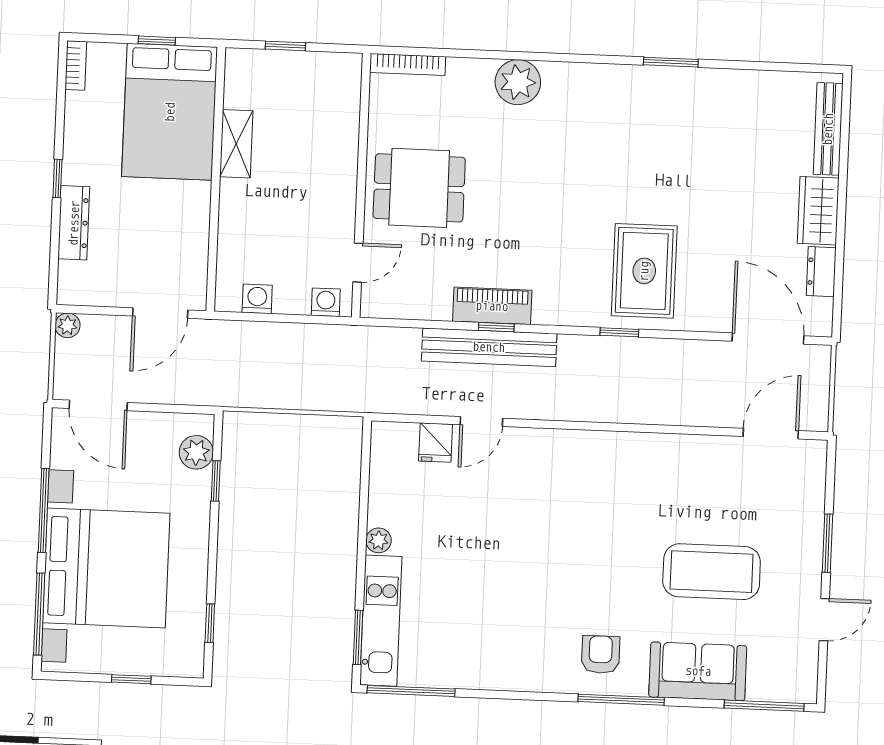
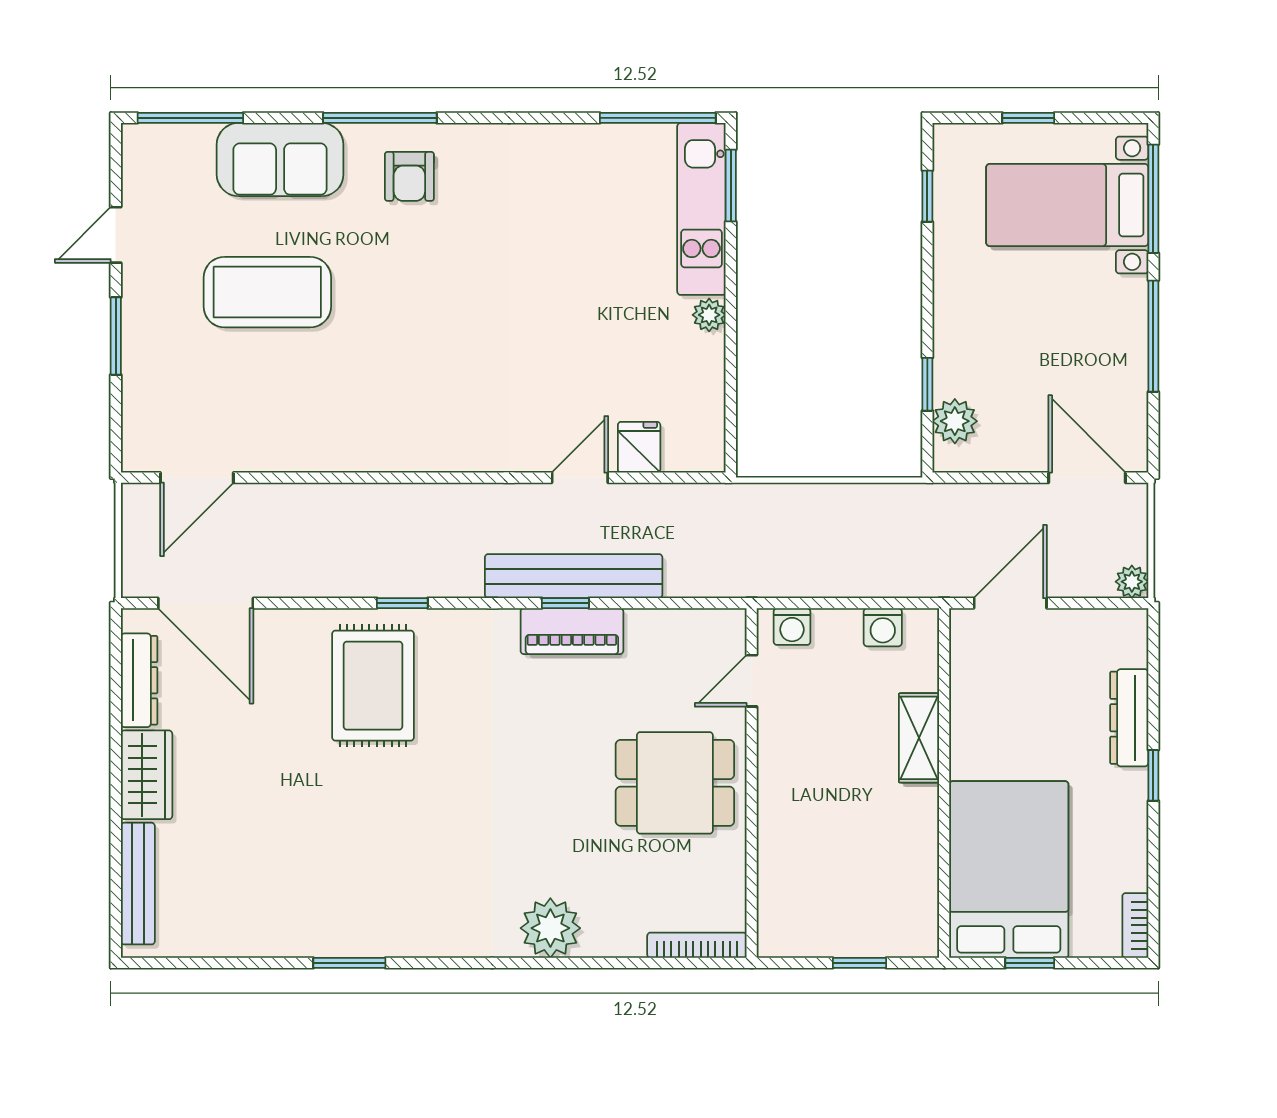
shelving: (236, 144) -> (919, 738), moved
dresser: (821, 272) -> (139, 680), width x1.44
bed with nightstands: (106, 568) -> (1067, 205), width x0.54

